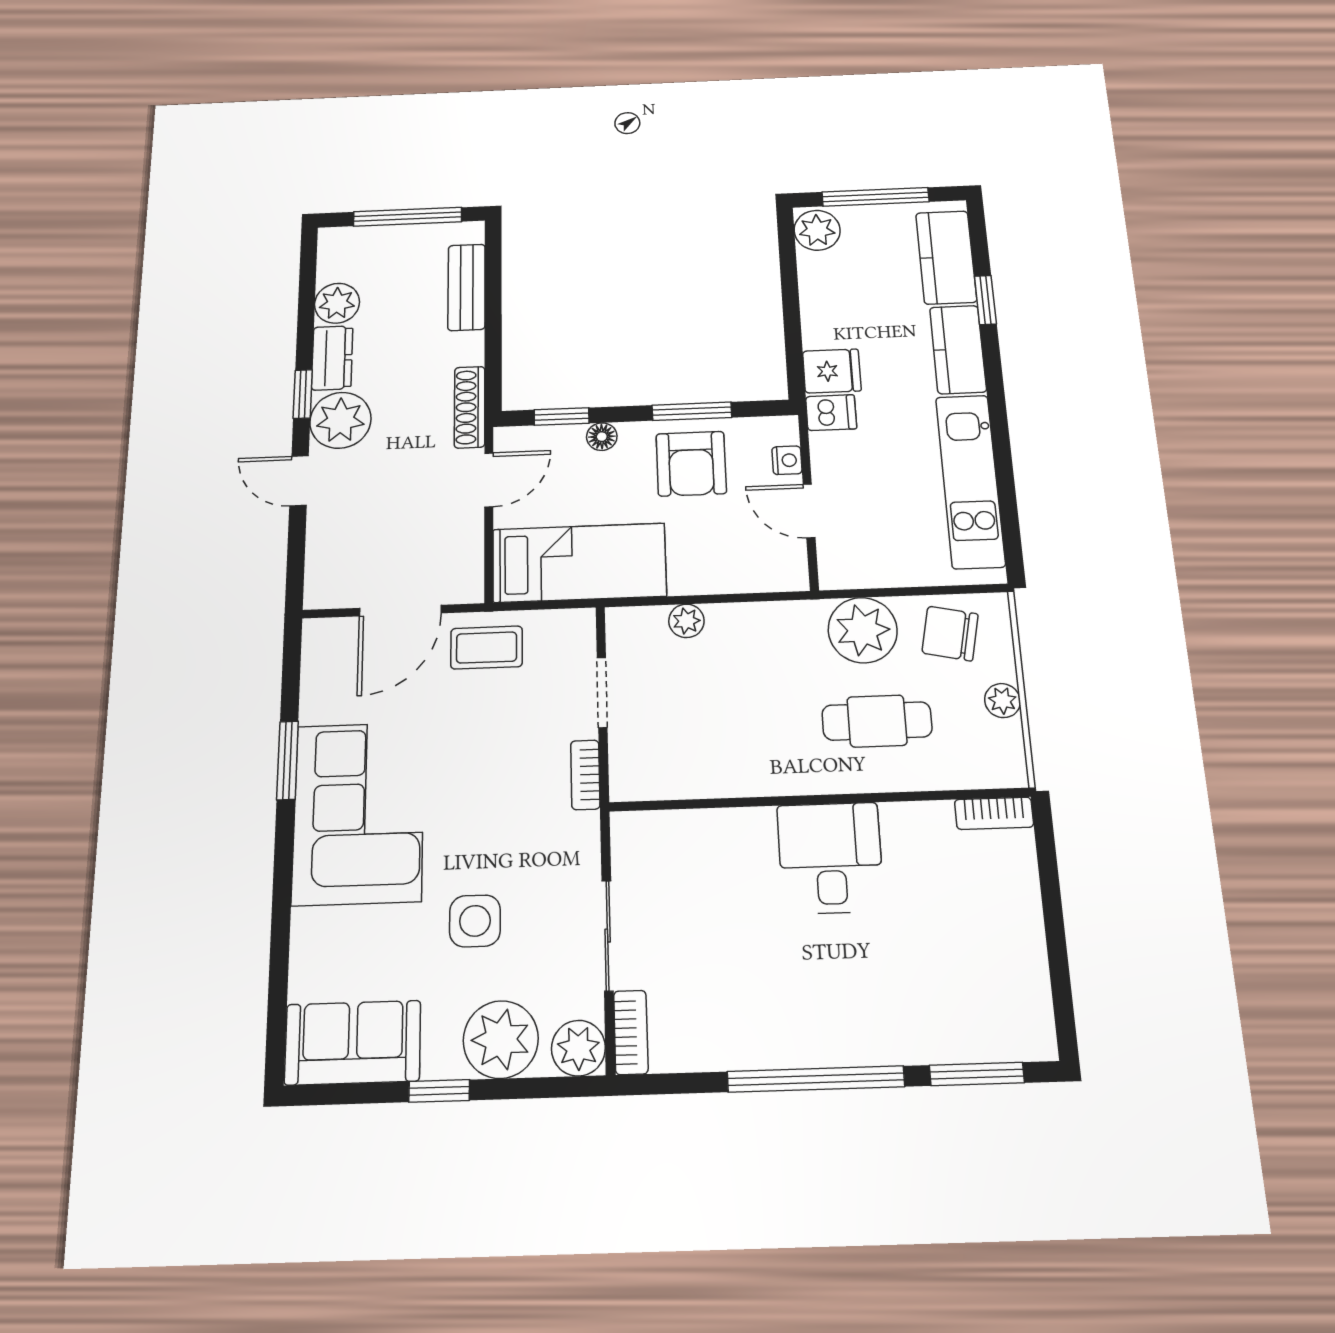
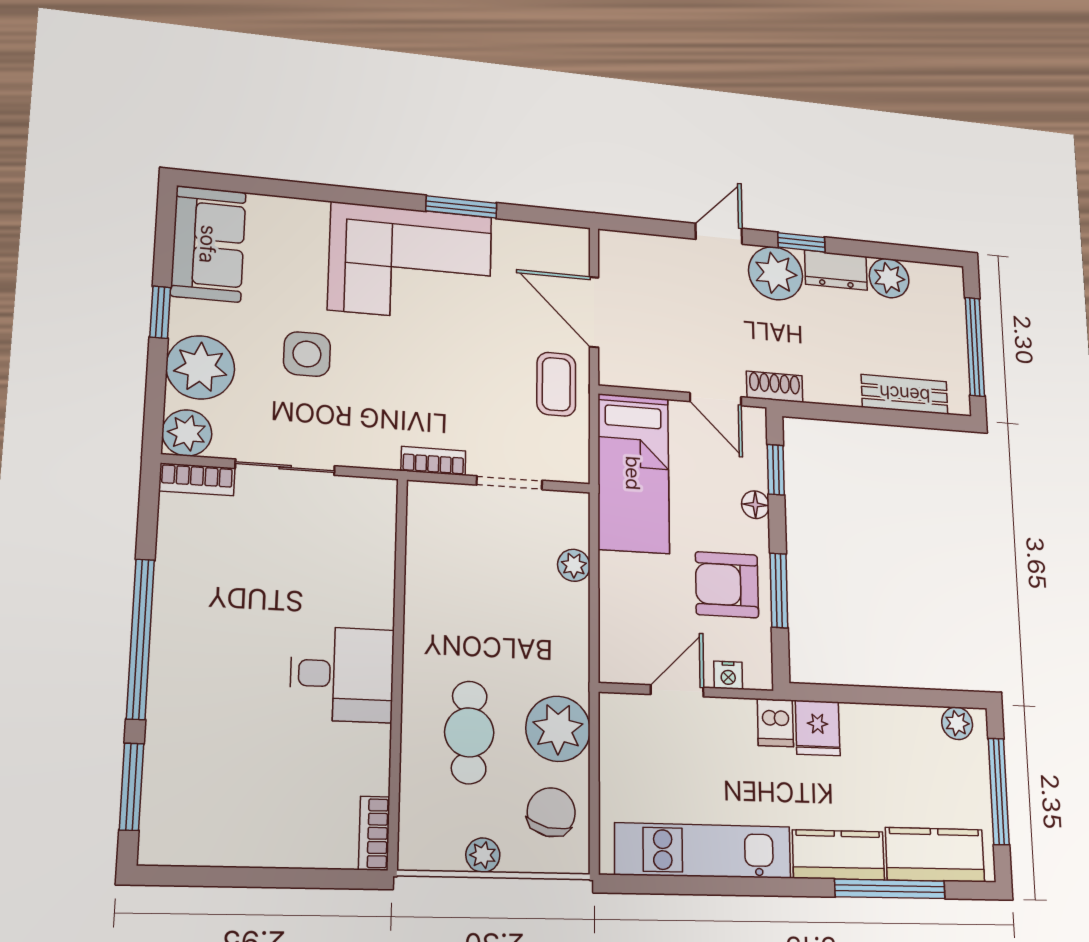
plant: (817, 230) -> (957, 723), width x0.73, depth x0.73
window: (985, 300) -> (890, 889), width x2.17
shoe rack: (470, 407) -> (775, 387), width x0.70

